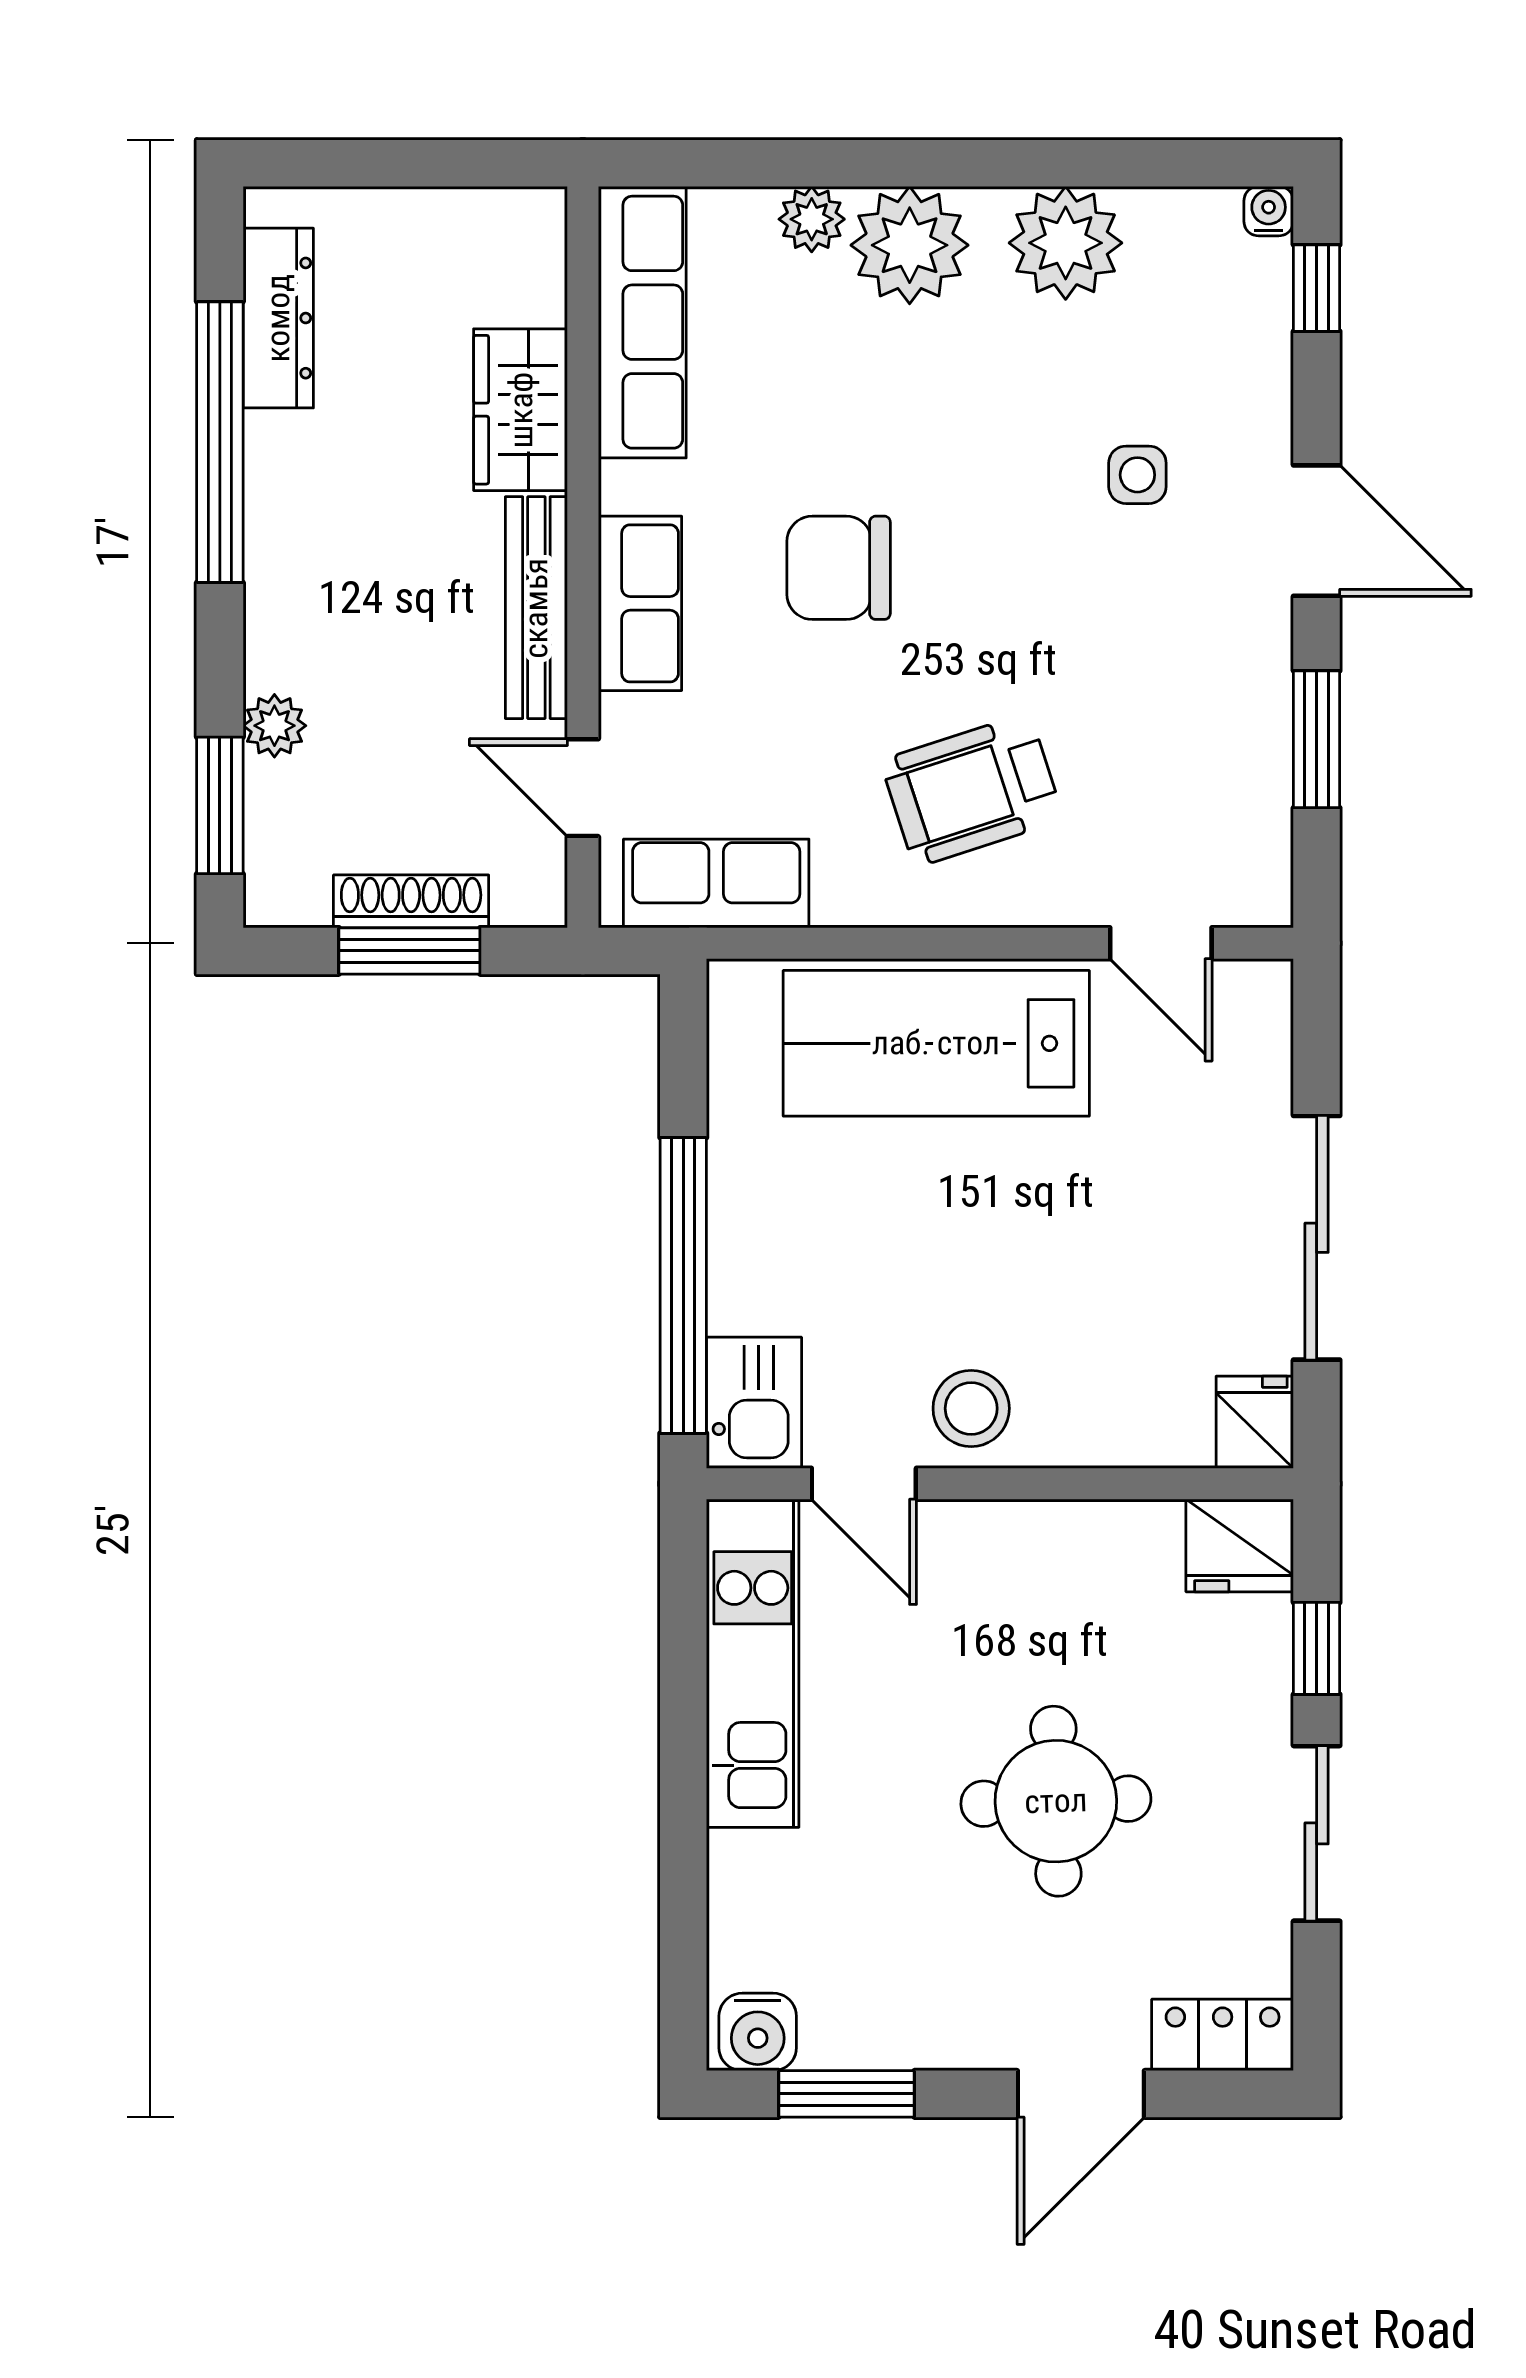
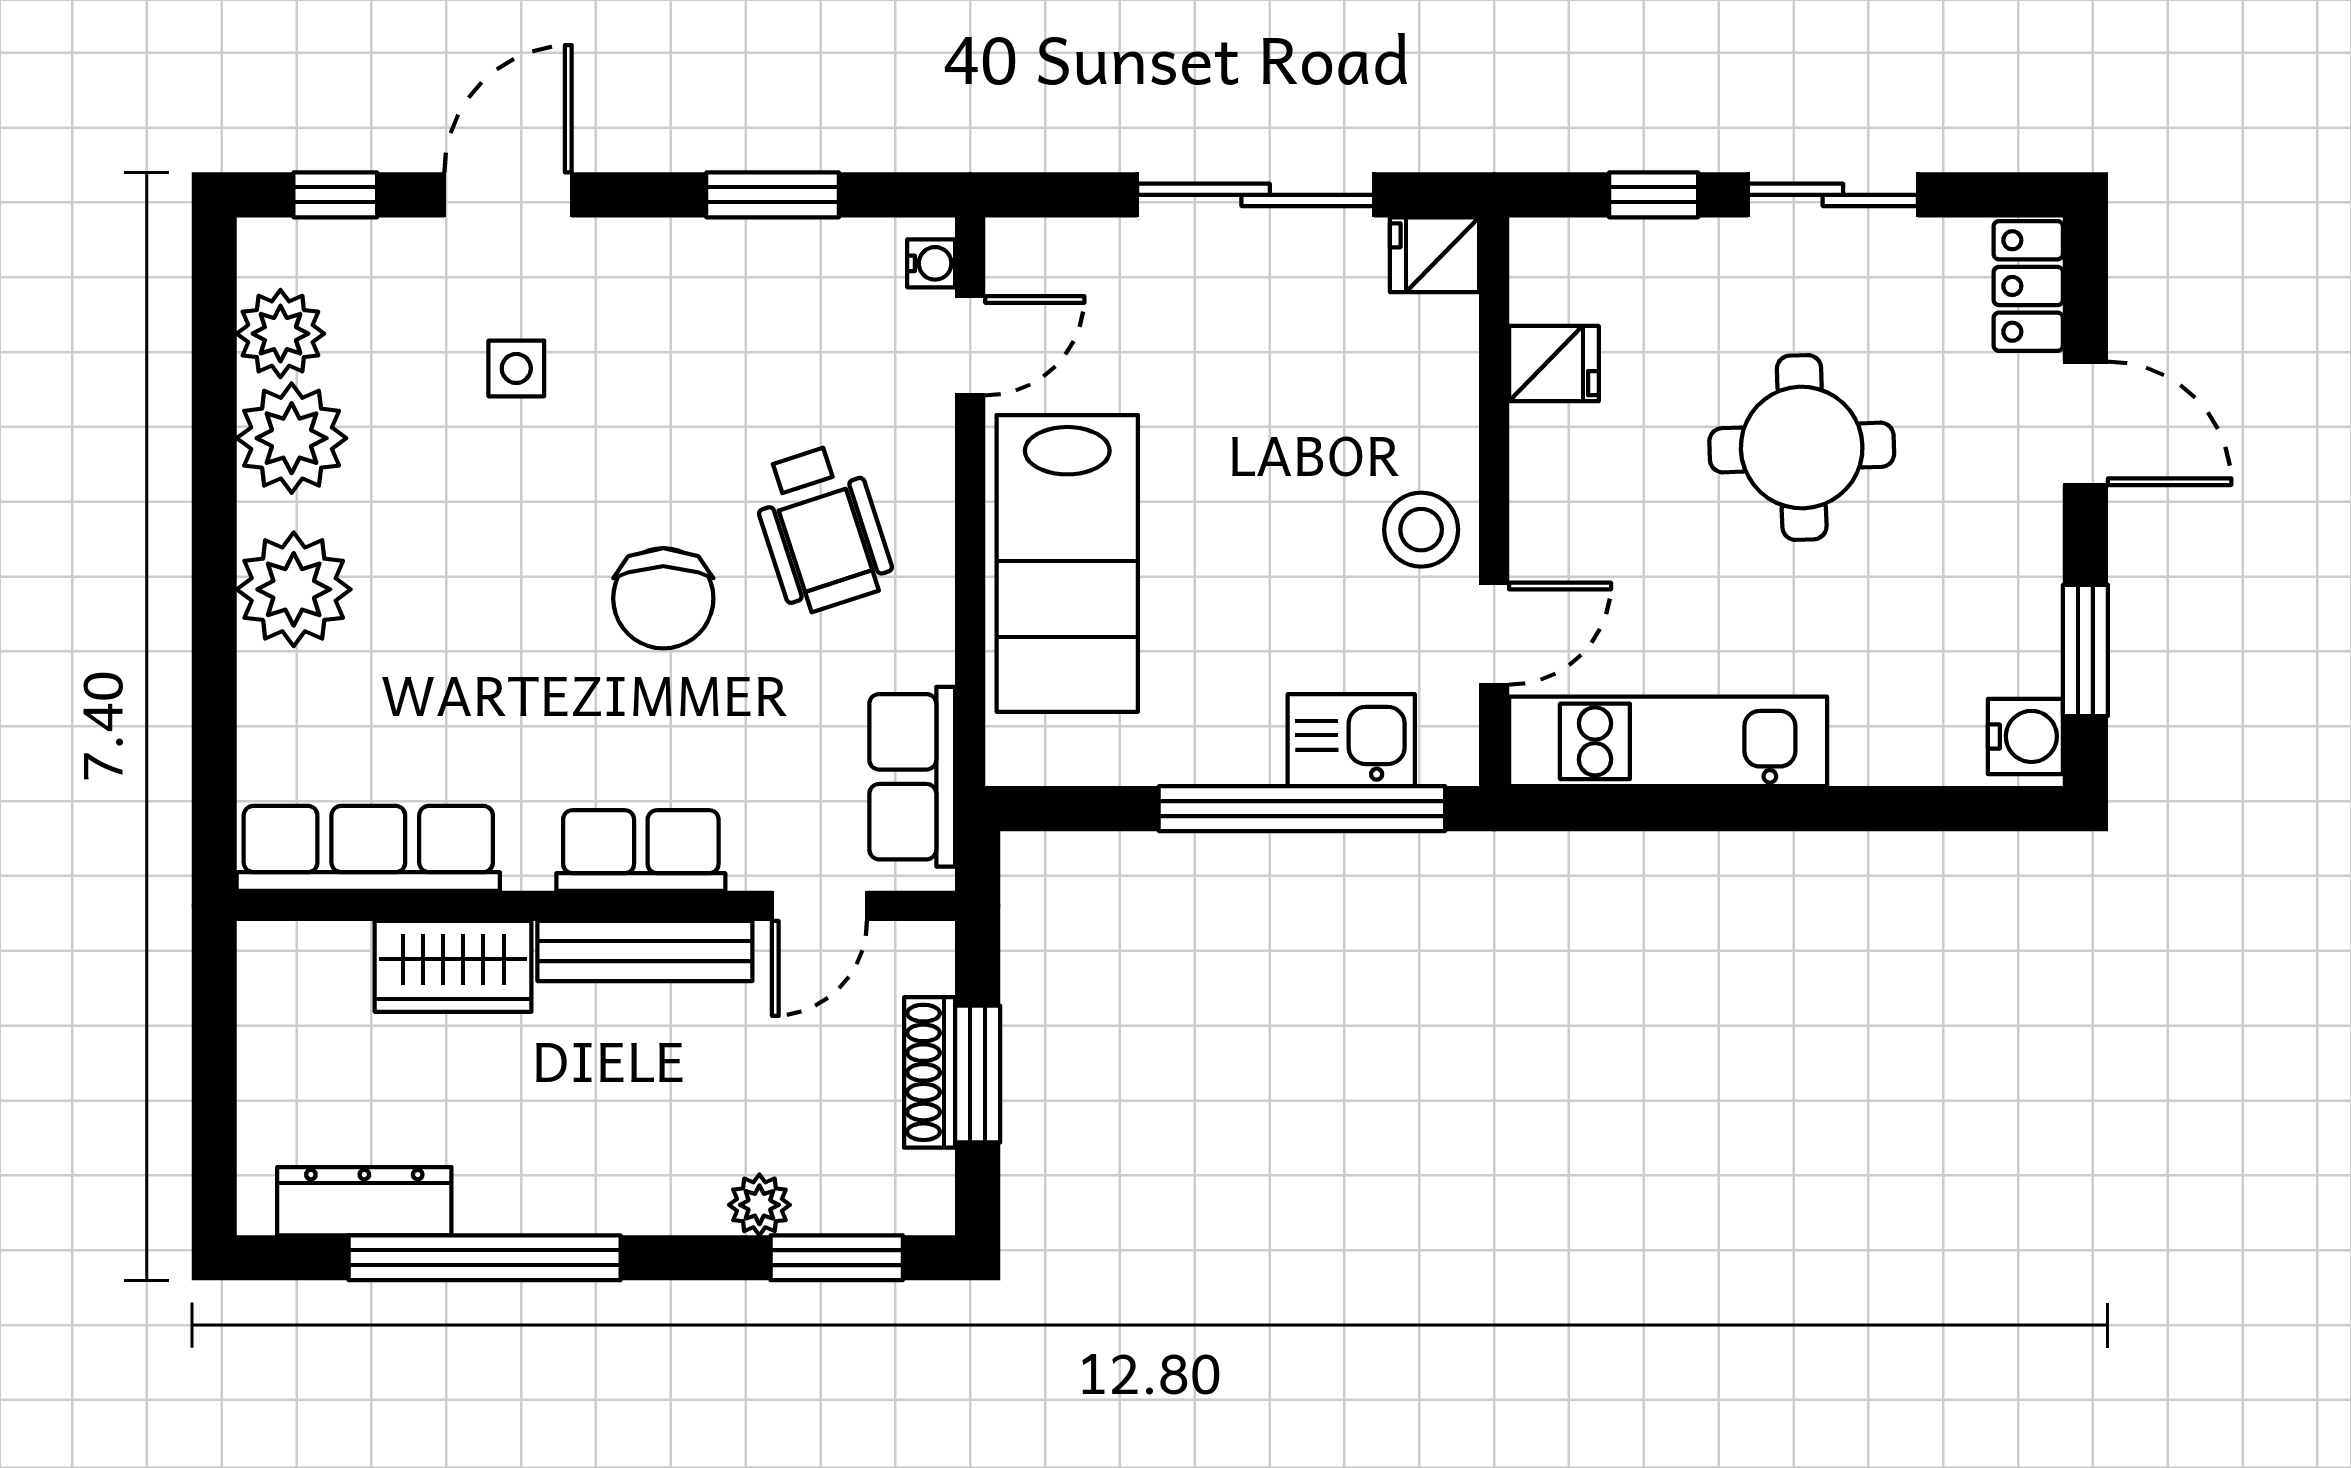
water cooler: (1269, 211) -> (931, 263), moved, turned 180
plant: (812, 219) -> (280, 334), moved, width x1.38, depth x1.38
door: (1317, 531) -> (508, 195), moved
chair: (839, 568) -> (663, 598), moved
kitchen sink: (754, 1403) -> (1351, 740), moved
fridge: (1240, 1546) -> (1554, 364), moved, width x0.72

